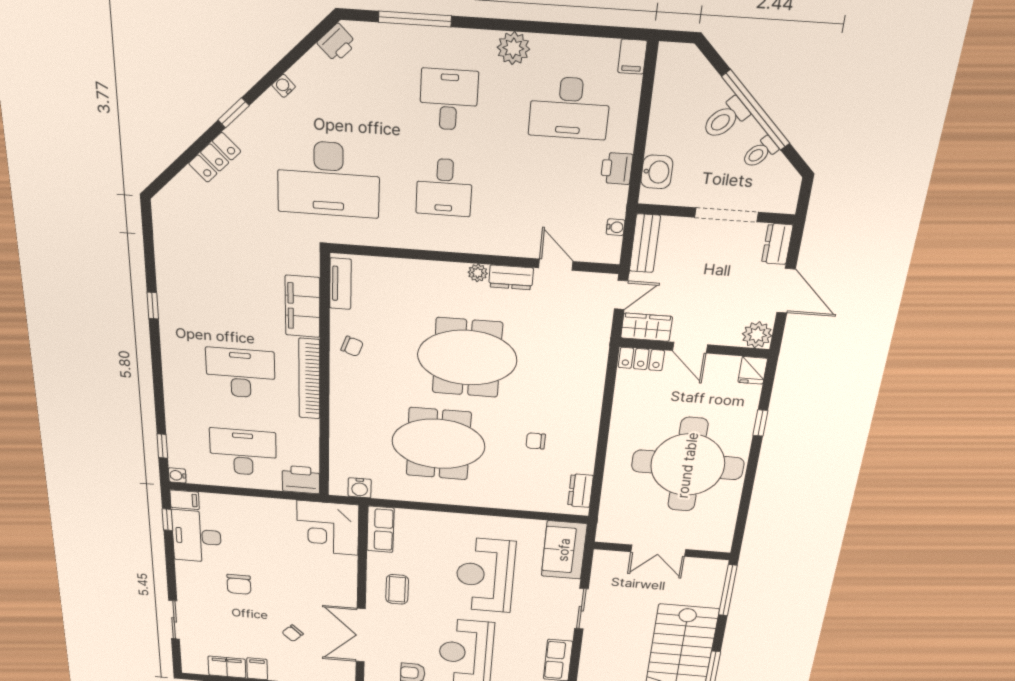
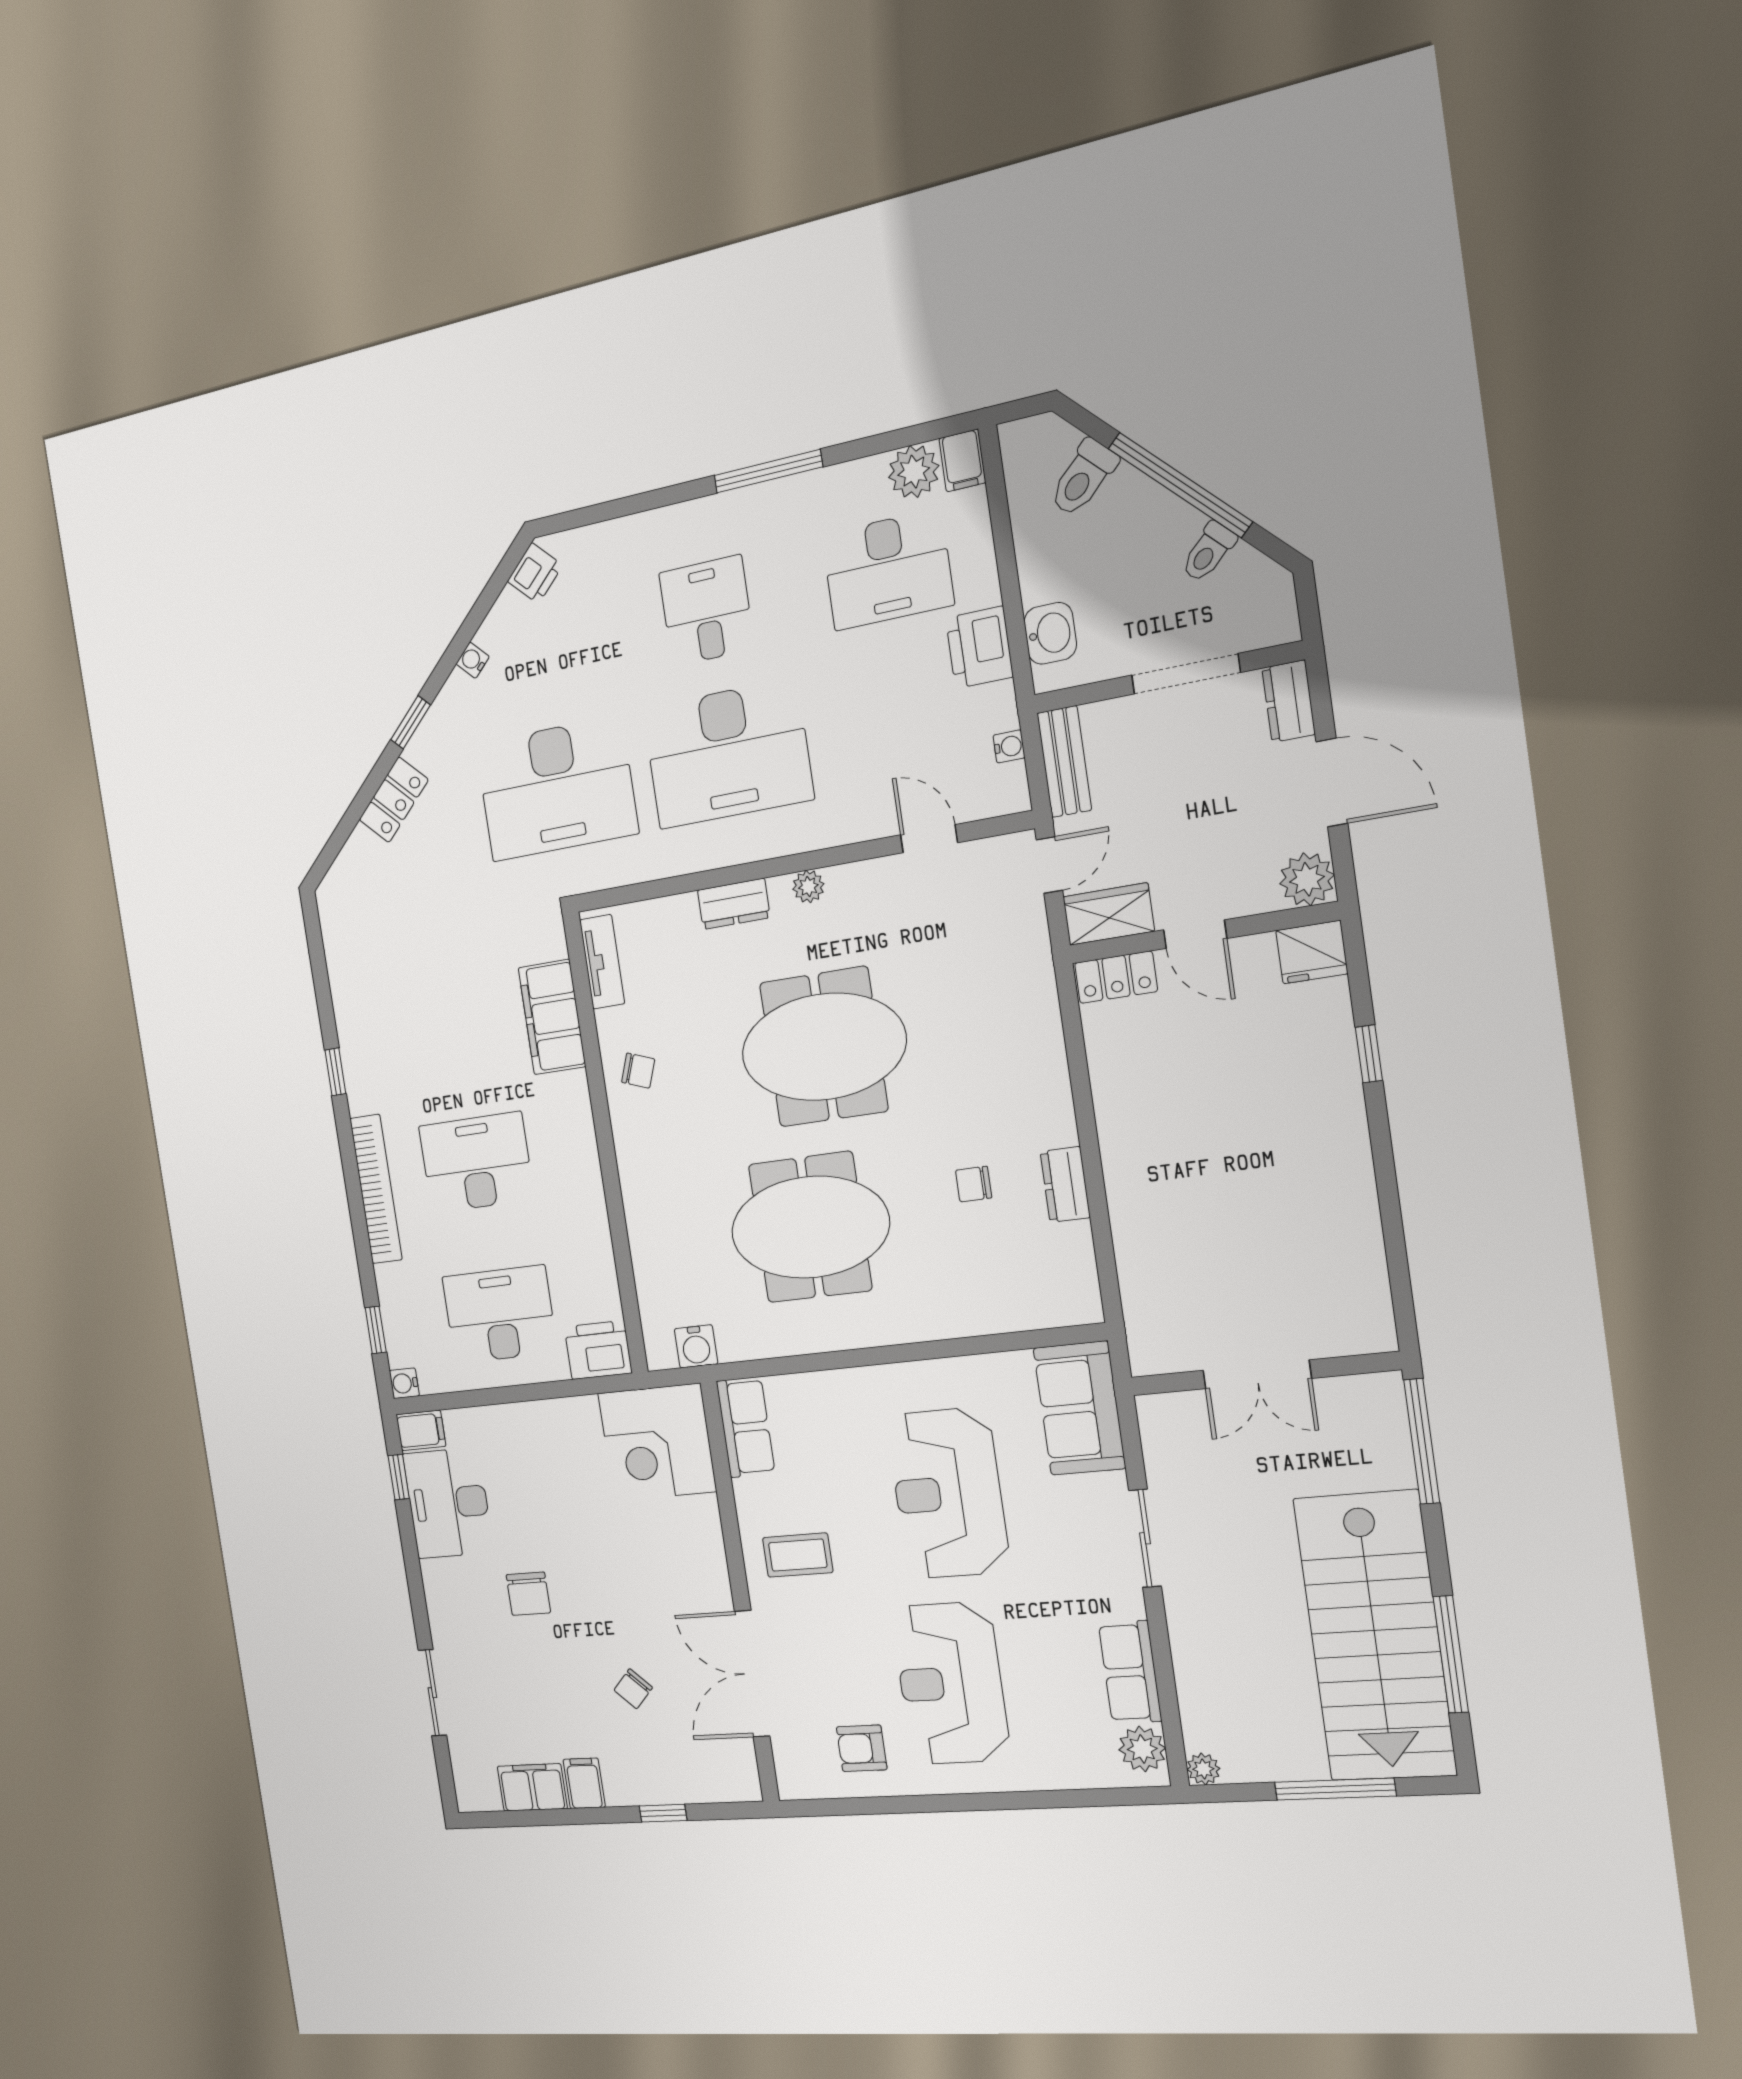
window: (415, 19) -> (768, 471), moved
plant: (513, 48) -> (914, 472), moved
toilet: (725, 118) -> (1083, 478), moved
printer: (617, 168) -> (979, 647), width x1.36, depth x1.24
desk: (444, 187) -> (728, 754), width x1.87, depth x1.30
dresser: (511, 277) -> (734, 904), moved
fridge: (753, 370) -> (1312, 952), width x1.38
bookcase: (309, 379) -> (376, 1189), moved, turned 180
round table: (688, 465) -> (1259, 1173), removed
dresser: (580, 491) -> (1065, 1185), moved
coffee table: (397, 589) -> (798, 1555), turned 90

